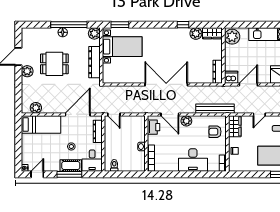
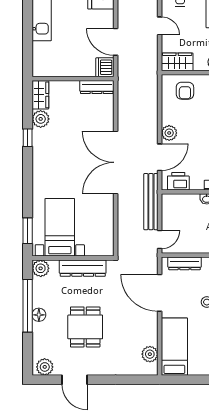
plant: (232, 37) -> (45, 66), removed
plant: (27, 71) -> (45, 367), moved
bench: (215, 109) -> (151, 202), moved

